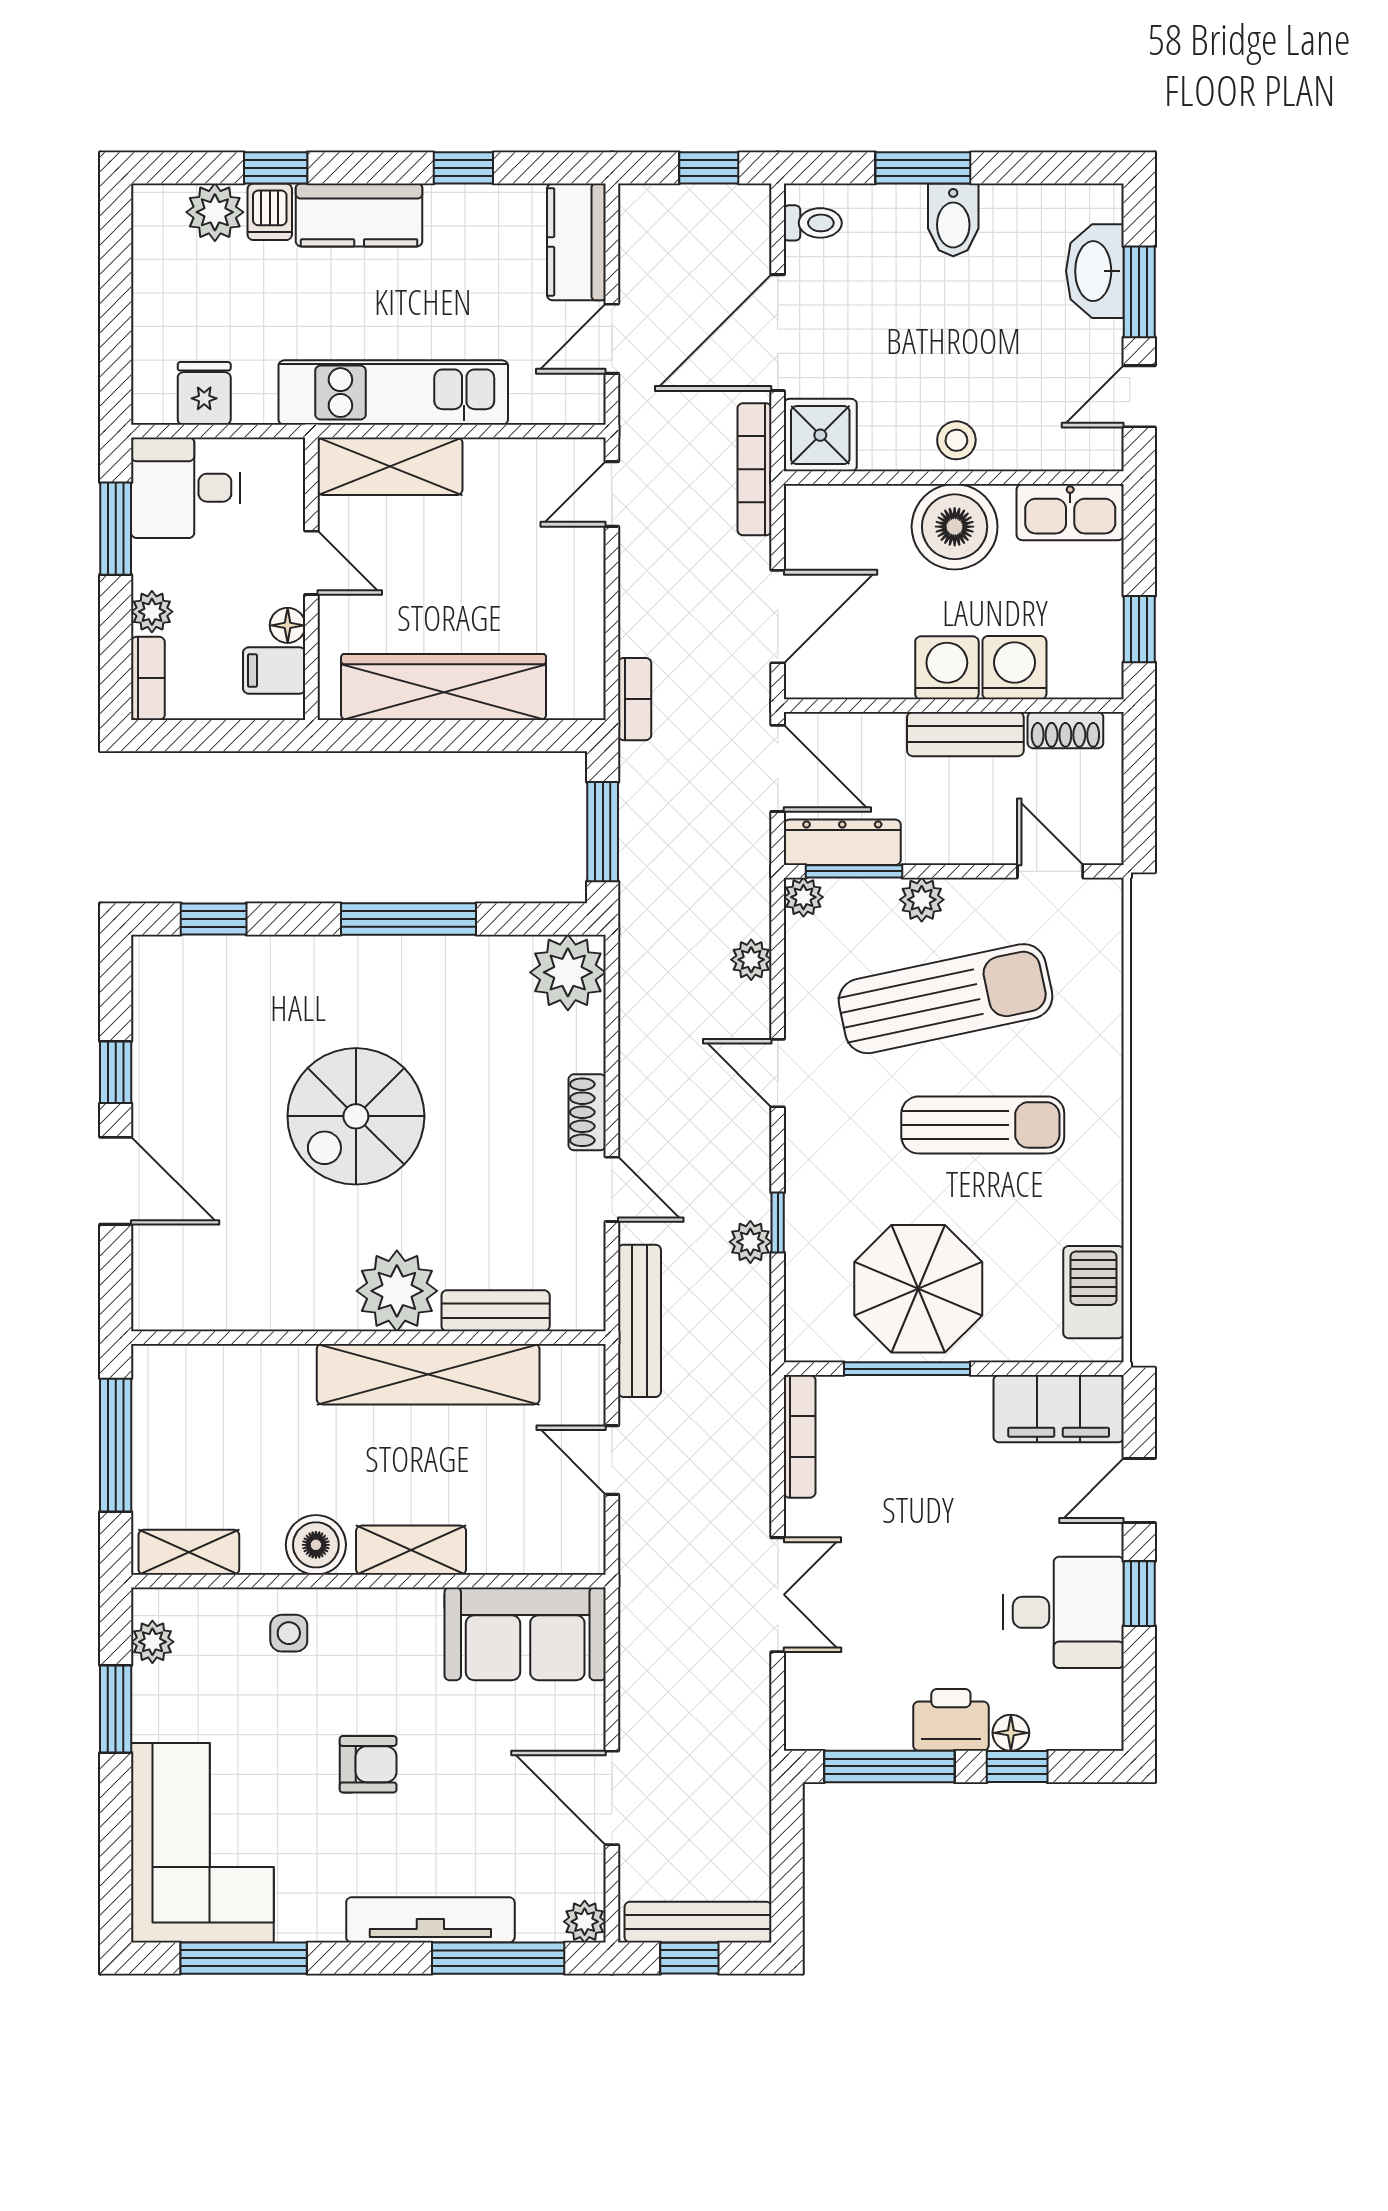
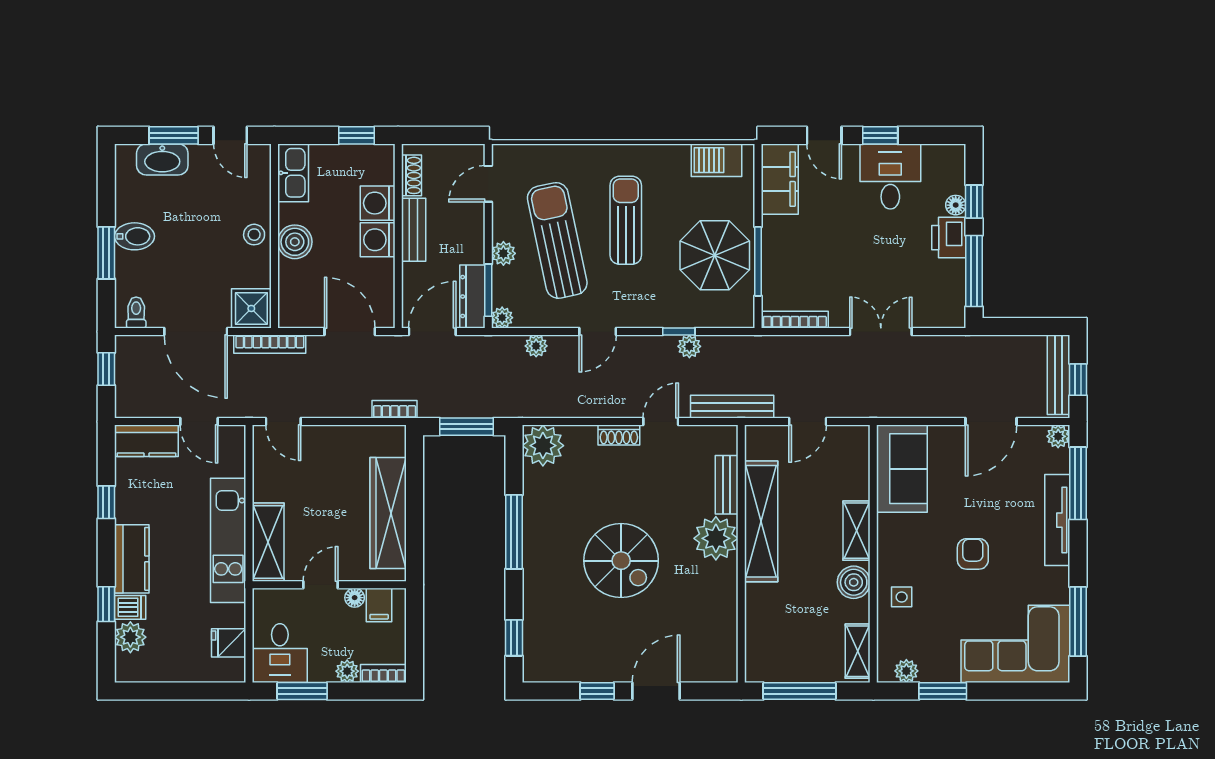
boiler: (955, 527) -> (295, 242), width x0.73, depth x0.73

